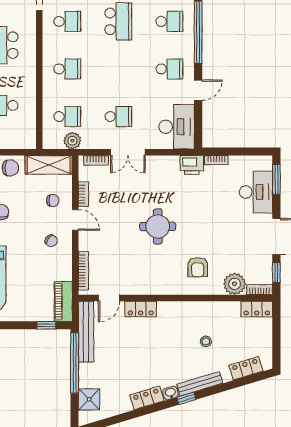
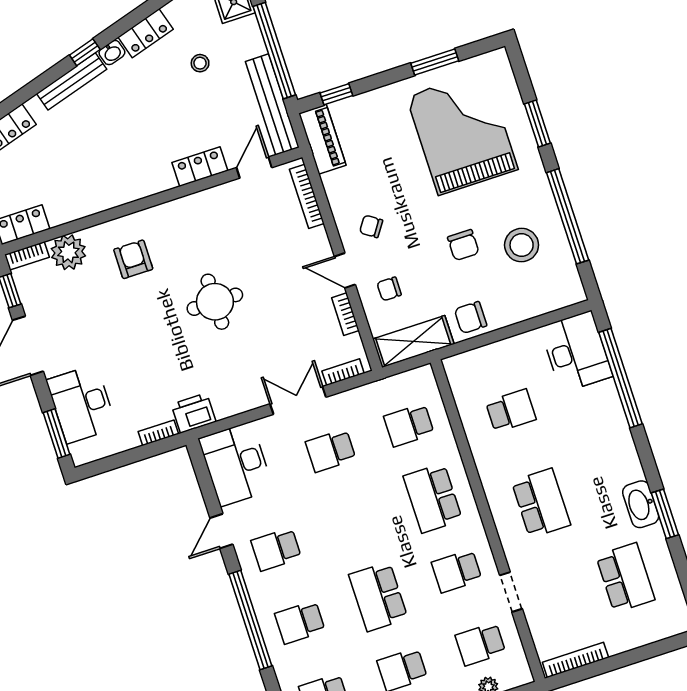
school desk: (67, 69) -> (433, 498), width x1.85
plant: (72, 141) -> (389, 391), removed
stool: (206, 341) -> (200, 63), moved

